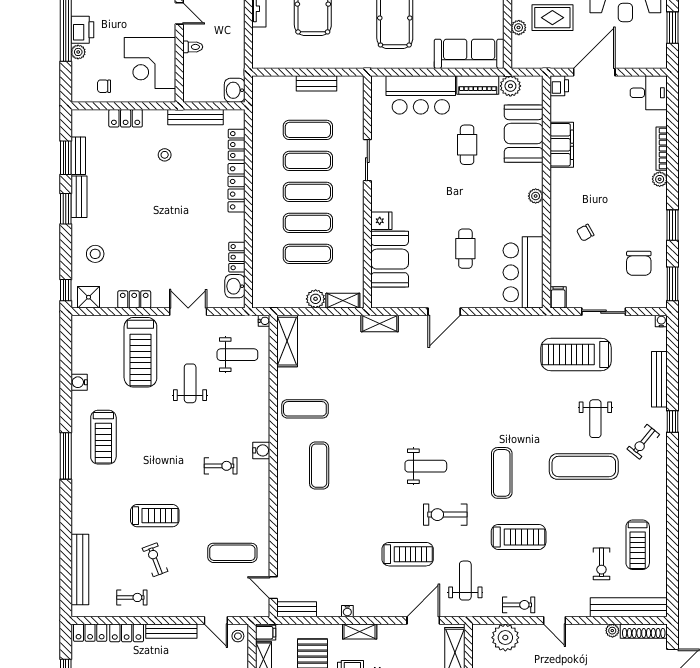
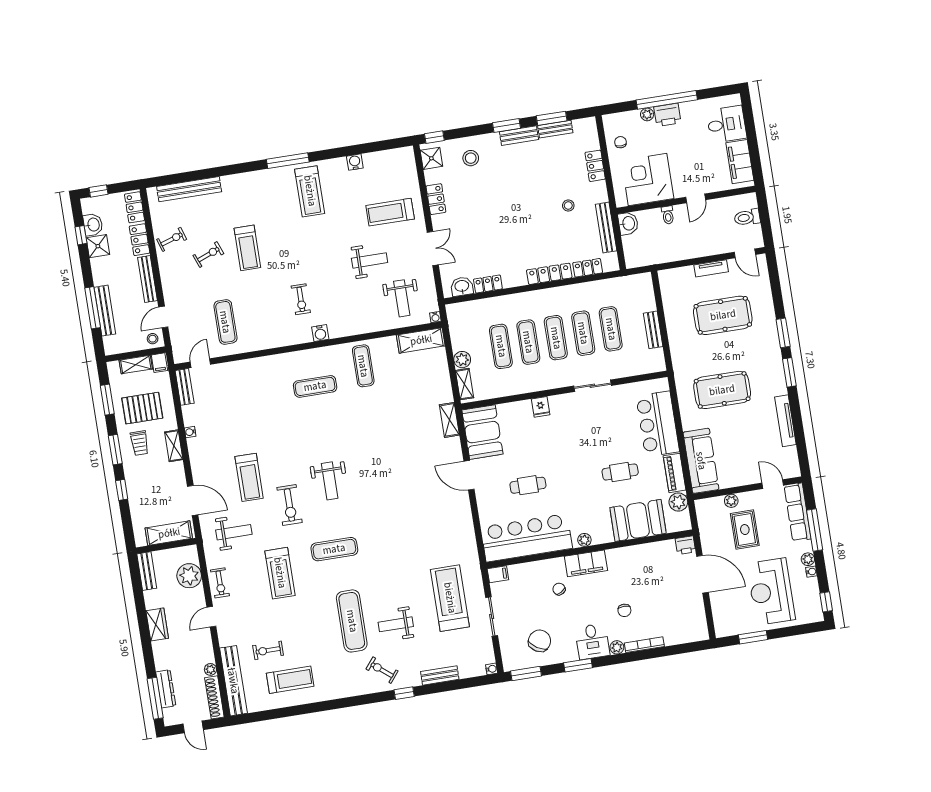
washbasin: (235, 90) -> (628, 223), moved, turned 90
desk: (649, 93) -> (592, 641), moved
filing cabinet: (562, 145) -> (586, 563), moved
chair: (620, 164) -> (624, 610), added
booth: (390, 259) -> (482, 432), moved, turned 90
chair: (639, 263) -> (540, 641), turned 122
bar counter: (523, 272) -> (527, 538), width x1.36
treadmill: (140, 352) -> (390, 212), width x0.73, depth x0.73
bench: (659, 379) -> (440, 675), width x0.73
treadmill: (103, 437) -> (310, 191), turned -90
exercise bike: (445, 515) -> (289, 505), turned 180
treadmill: (638, 545) -> (290, 680), turned 180
exercise bike: (132, 597) -> (172, 239), turned -108

